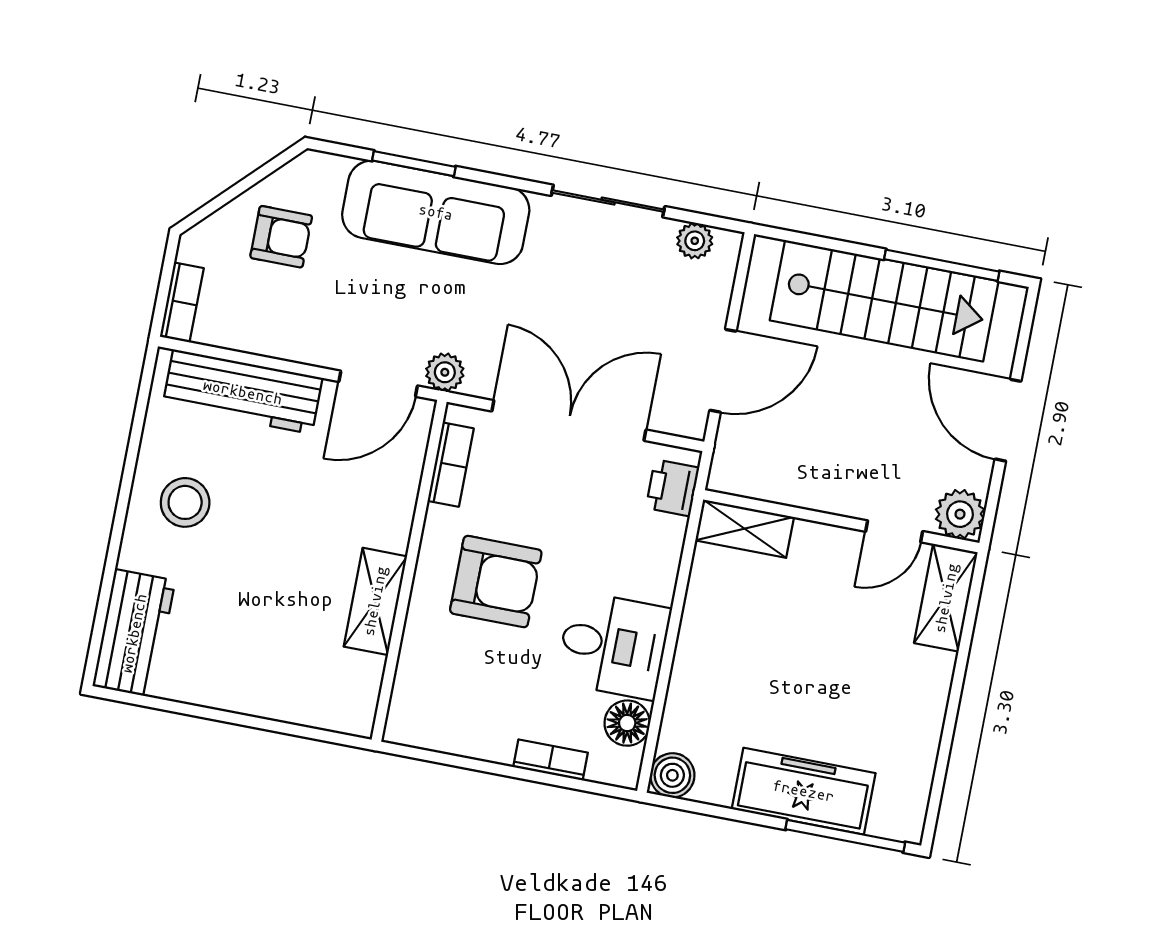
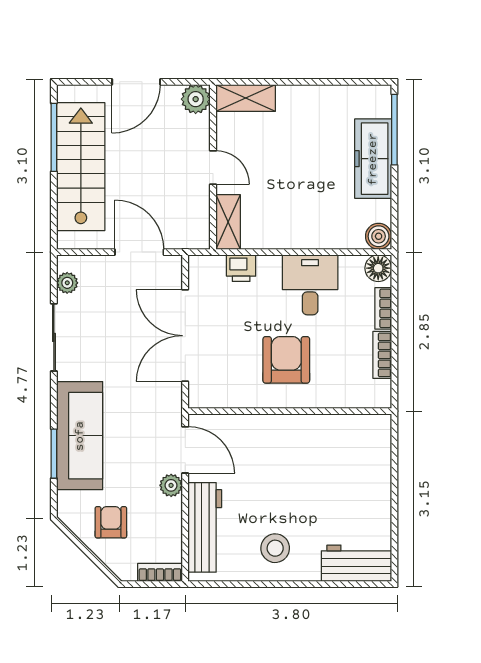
plant: (445, 372) -> (171, 485), moved
bookcase: (451, 465) -> (382, 355), moved, turned -90
printer: (673, 488) -> (241, 268), moved
door: (894, 531) -> (213, 167), moved
shelving: (375, 601) -> (311, 427), removed
floor lamp: (627, 723) -> (378, 268), moved

